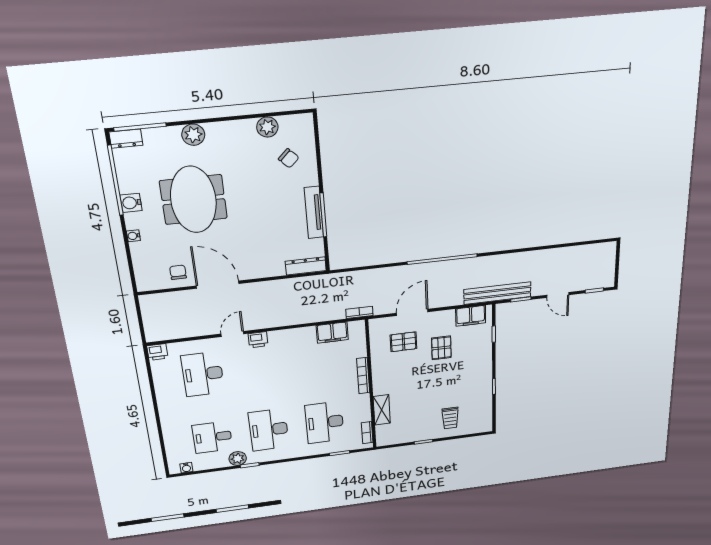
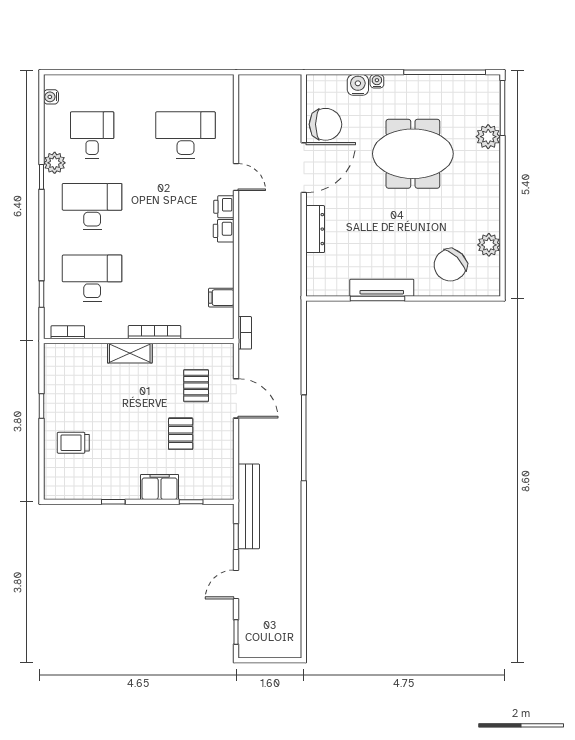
plant: (193, 135) -> (488, 137), moved
dresser: (126, 139) -> (491, 91), removed
chair: (289, 158) -> (450, 265), width x1.87, depth x1.87
water cooler: (131, 203) -> (358, 85), moved
dresser: (306, 266) -> (315, 229), moved
chair: (178, 272) -> (326, 124), width x1.87, depth x1.87
filing cabinet: (471, 316) -> (160, 487), moved, turned 90
filing cabinet: (332, 333) -> (221, 298), width x0.50
pallet: (441, 348) -> (181, 434), turned 90
printer: (157, 352) -> (224, 231), moved
shelving: (382, 410) -> (130, 353), moved

